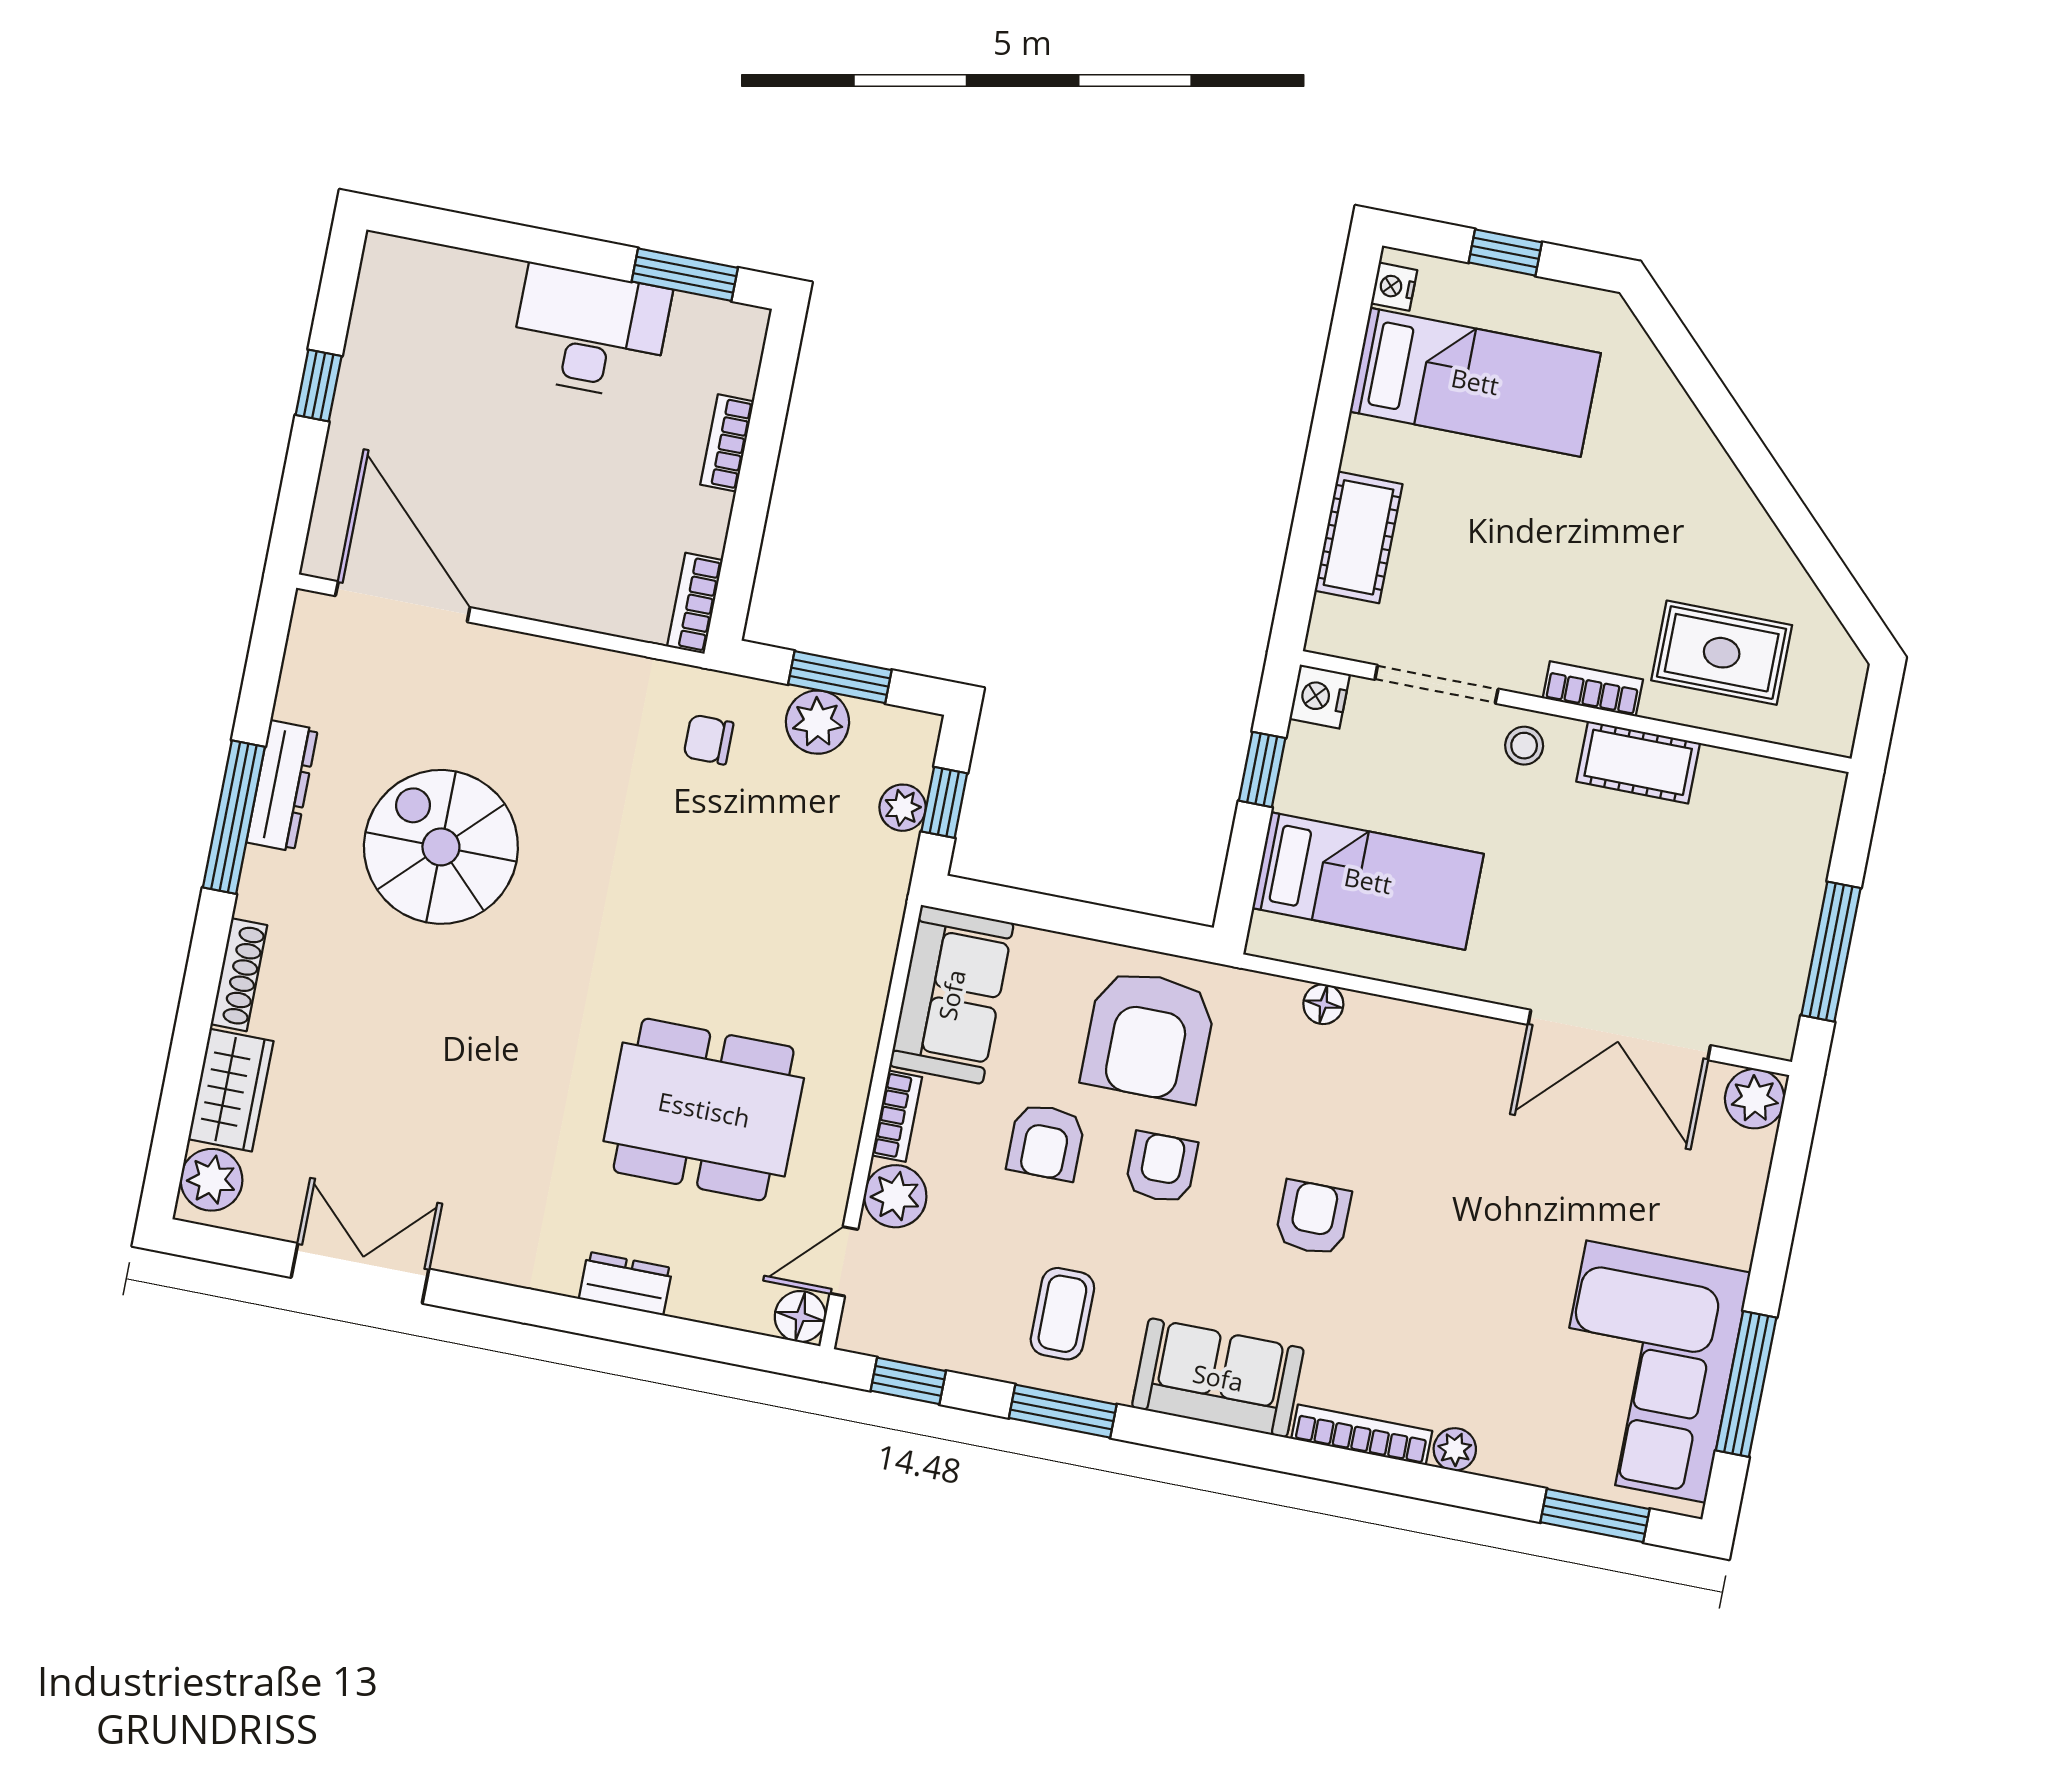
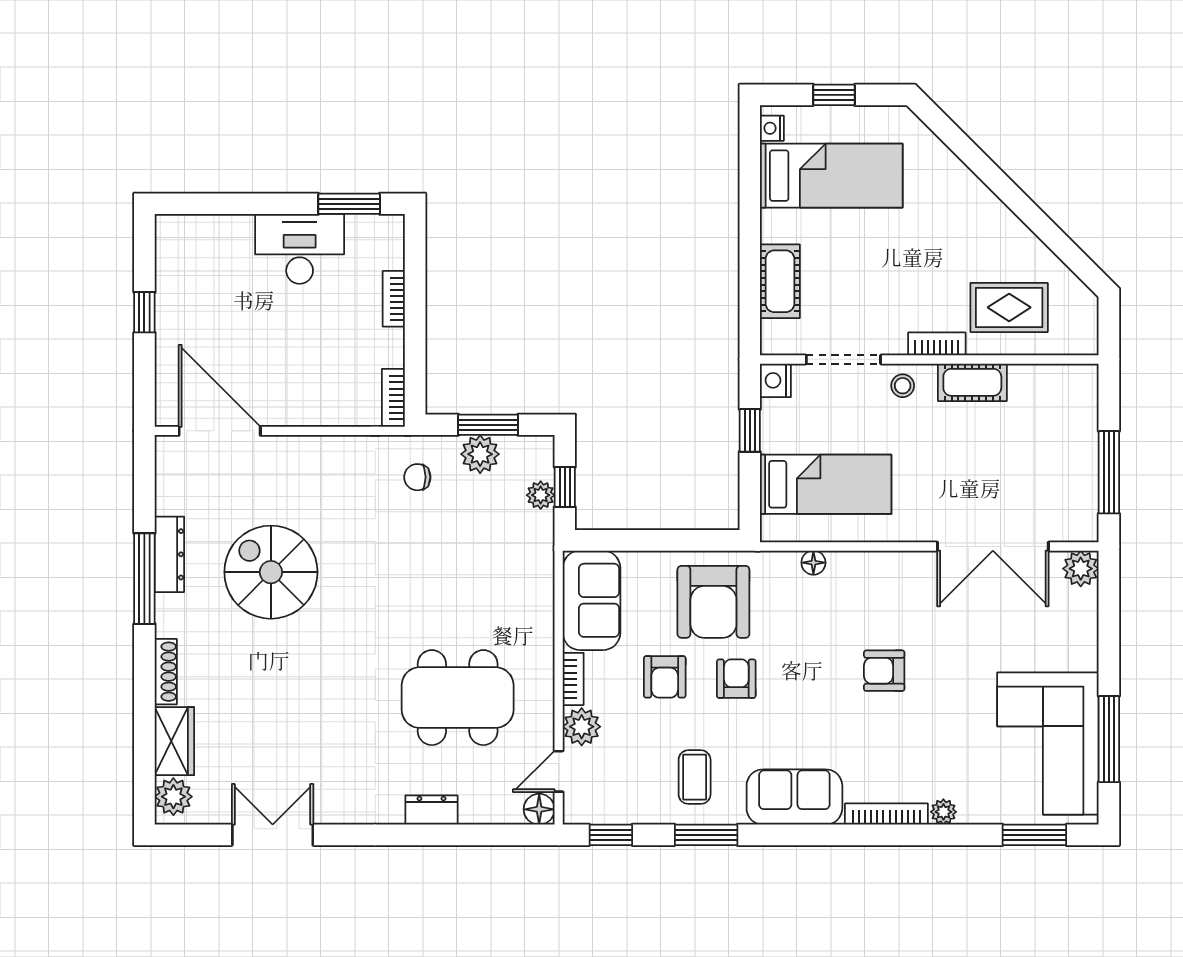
armchair: (1313, 1218) -> (884, 671), moved, turned -90

